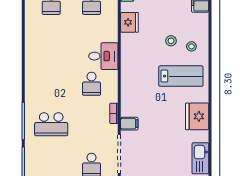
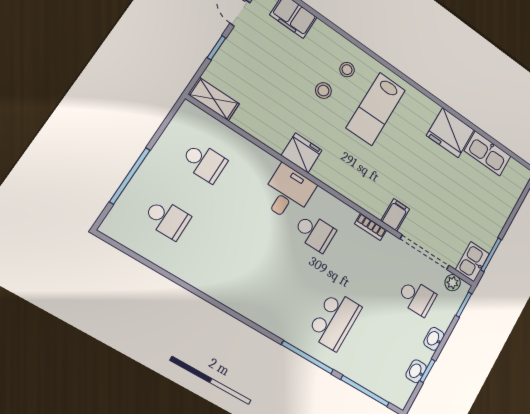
fridge: (129, 22) -> (302, 153), moved
lab bench: (181, 76) -> (376, 109), turned 180
fridge: (197, 116) -> (450, 133), moved

